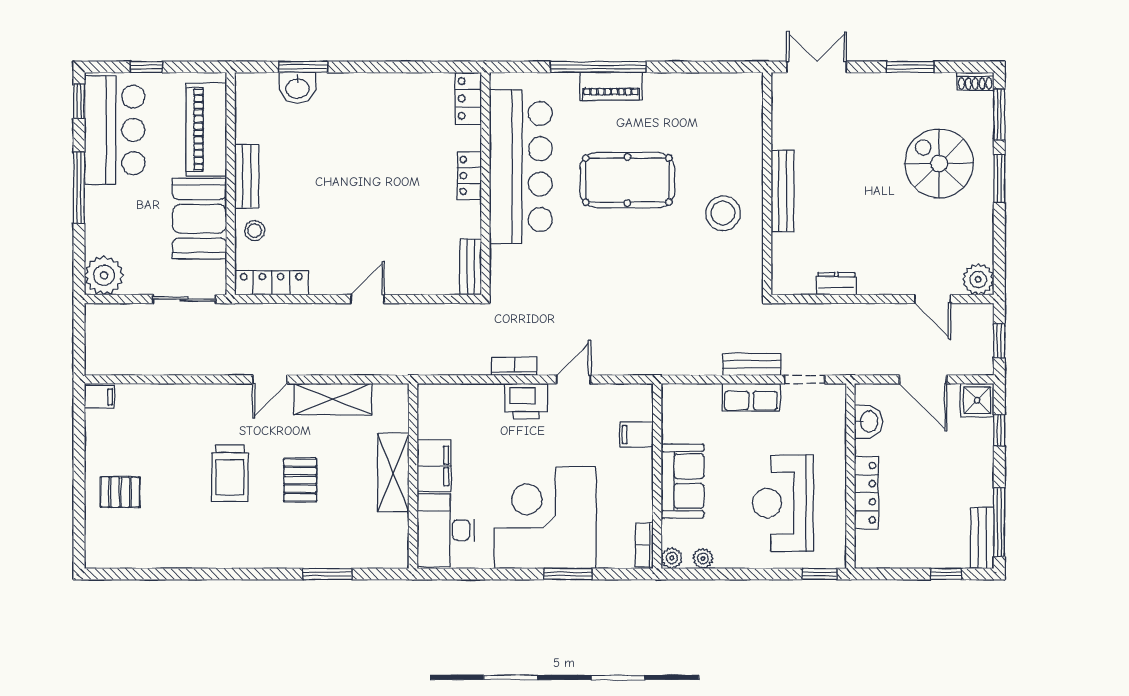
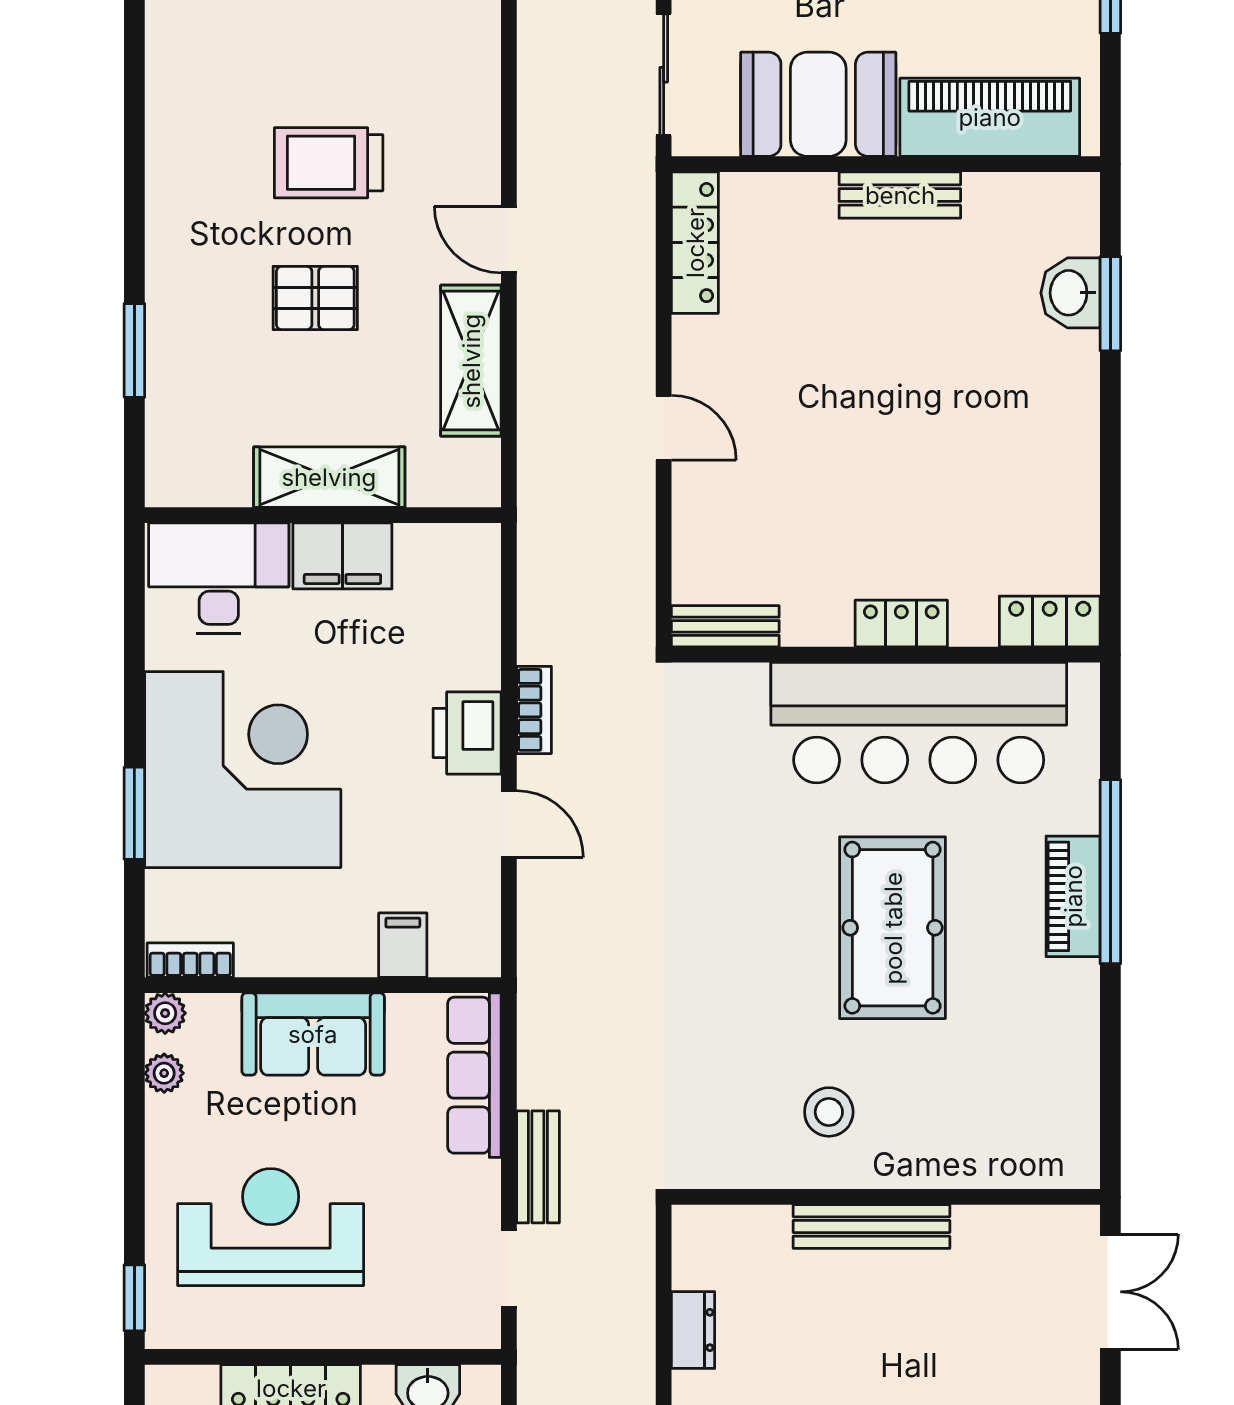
stool: (723, 213) -> (829, 1112), width x0.73, depth x0.73
stool: (255, 231) -> (795, 210), removed
row of seats: (751, 397) -> (474, 1075), moved, width x1.48

